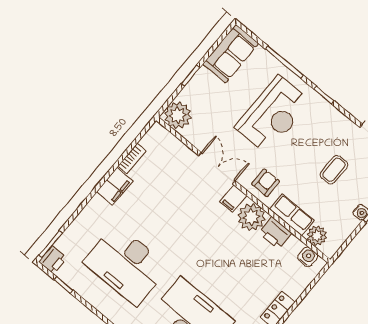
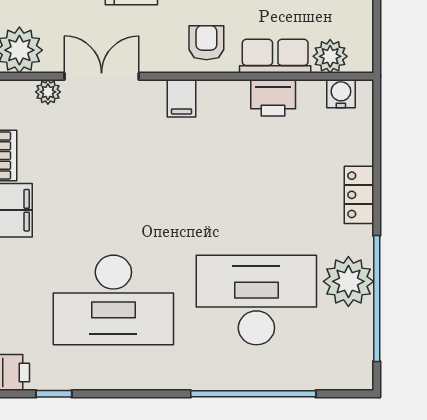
double door: (217, 168) -> (102, 76), moved
plant: (251, 217) -> (48, 92), moved, width x0.53, depth x0.53

